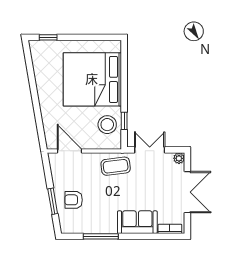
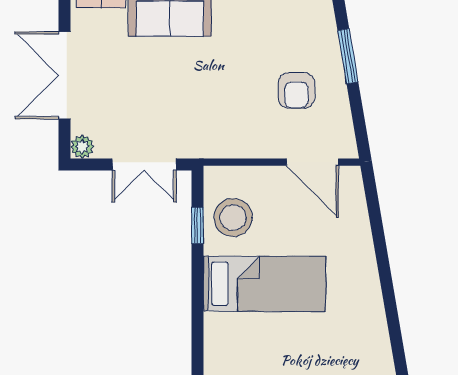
bed: (92, 79) -> (264, 284), width x0.49
coffee table: (116, 166) -> (215, 130), removed
armchair: (74, 200) -> (296, 90), moved, turned 90

